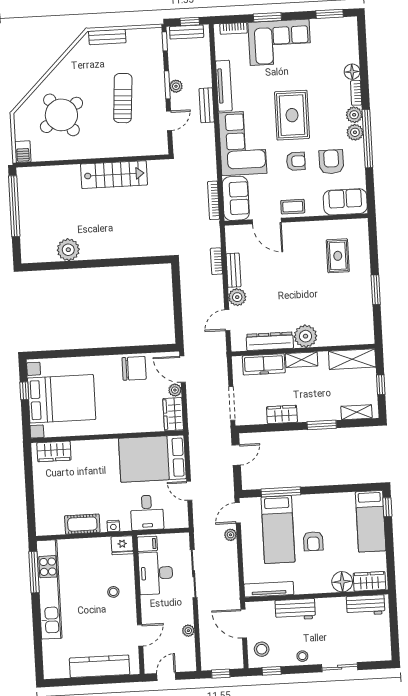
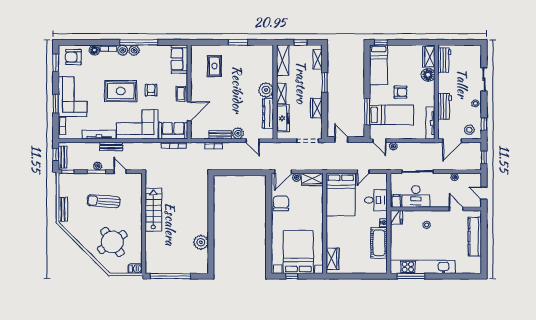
armchair: (331, 162) -> (73, 57), moved
rug: (338, 256) -> (214, 66), turned 90
bed: (371, 521) -> (379, 65), moved, turned 90
cot: (82, 524) -> (379, 243), width x1.37, depth x1.34

